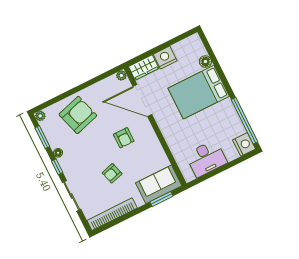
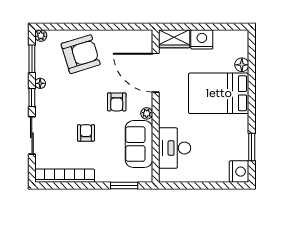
plant: (121, 76) -> (147, 113), moved
window: (244, 121) -> (252, 147), width x0.47
desk: (206, 158) -> (175, 148), moved, turned 90
armchair: (112, 173) -> (86, 133), turned 106
sofa: (159, 184) -> (139, 144), moved, turned -90

